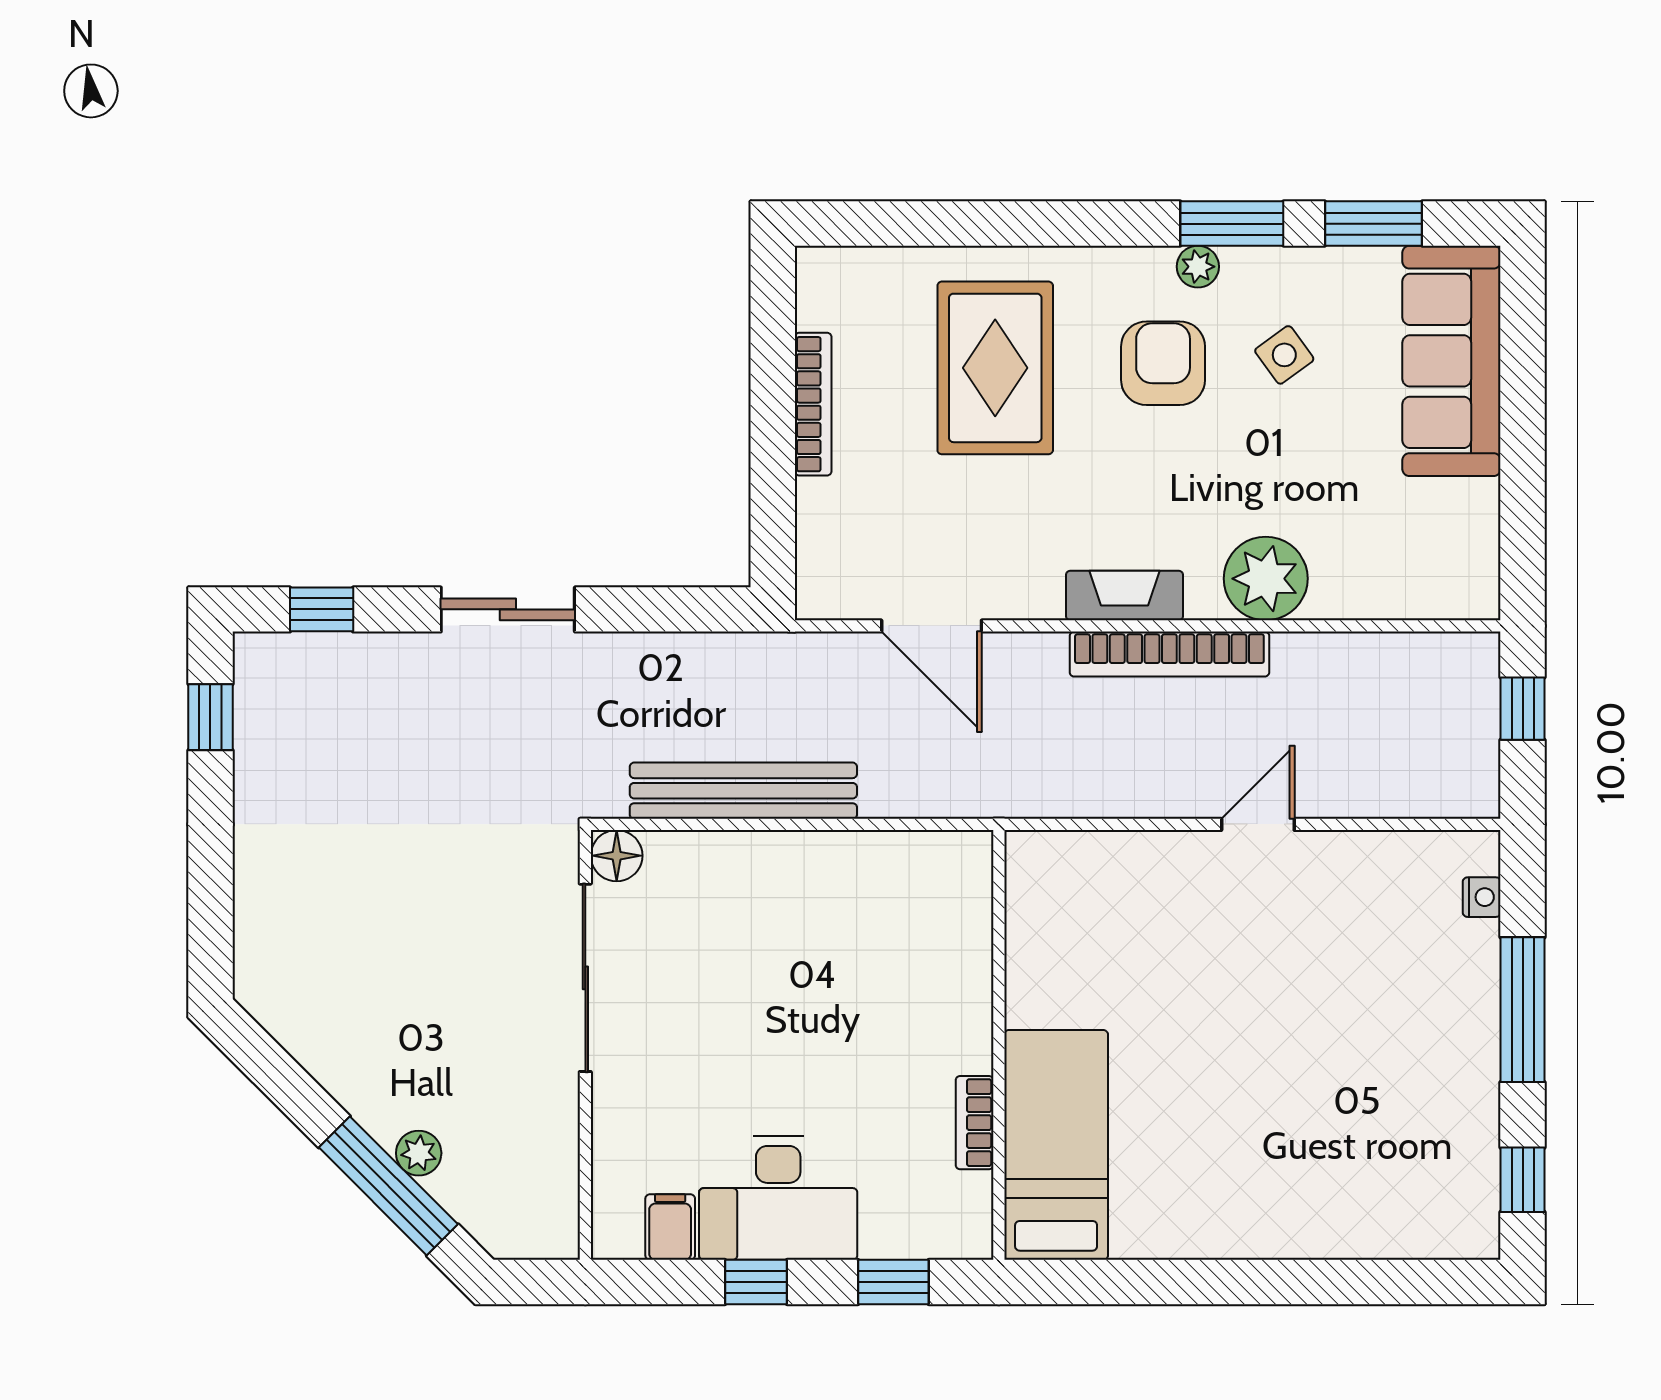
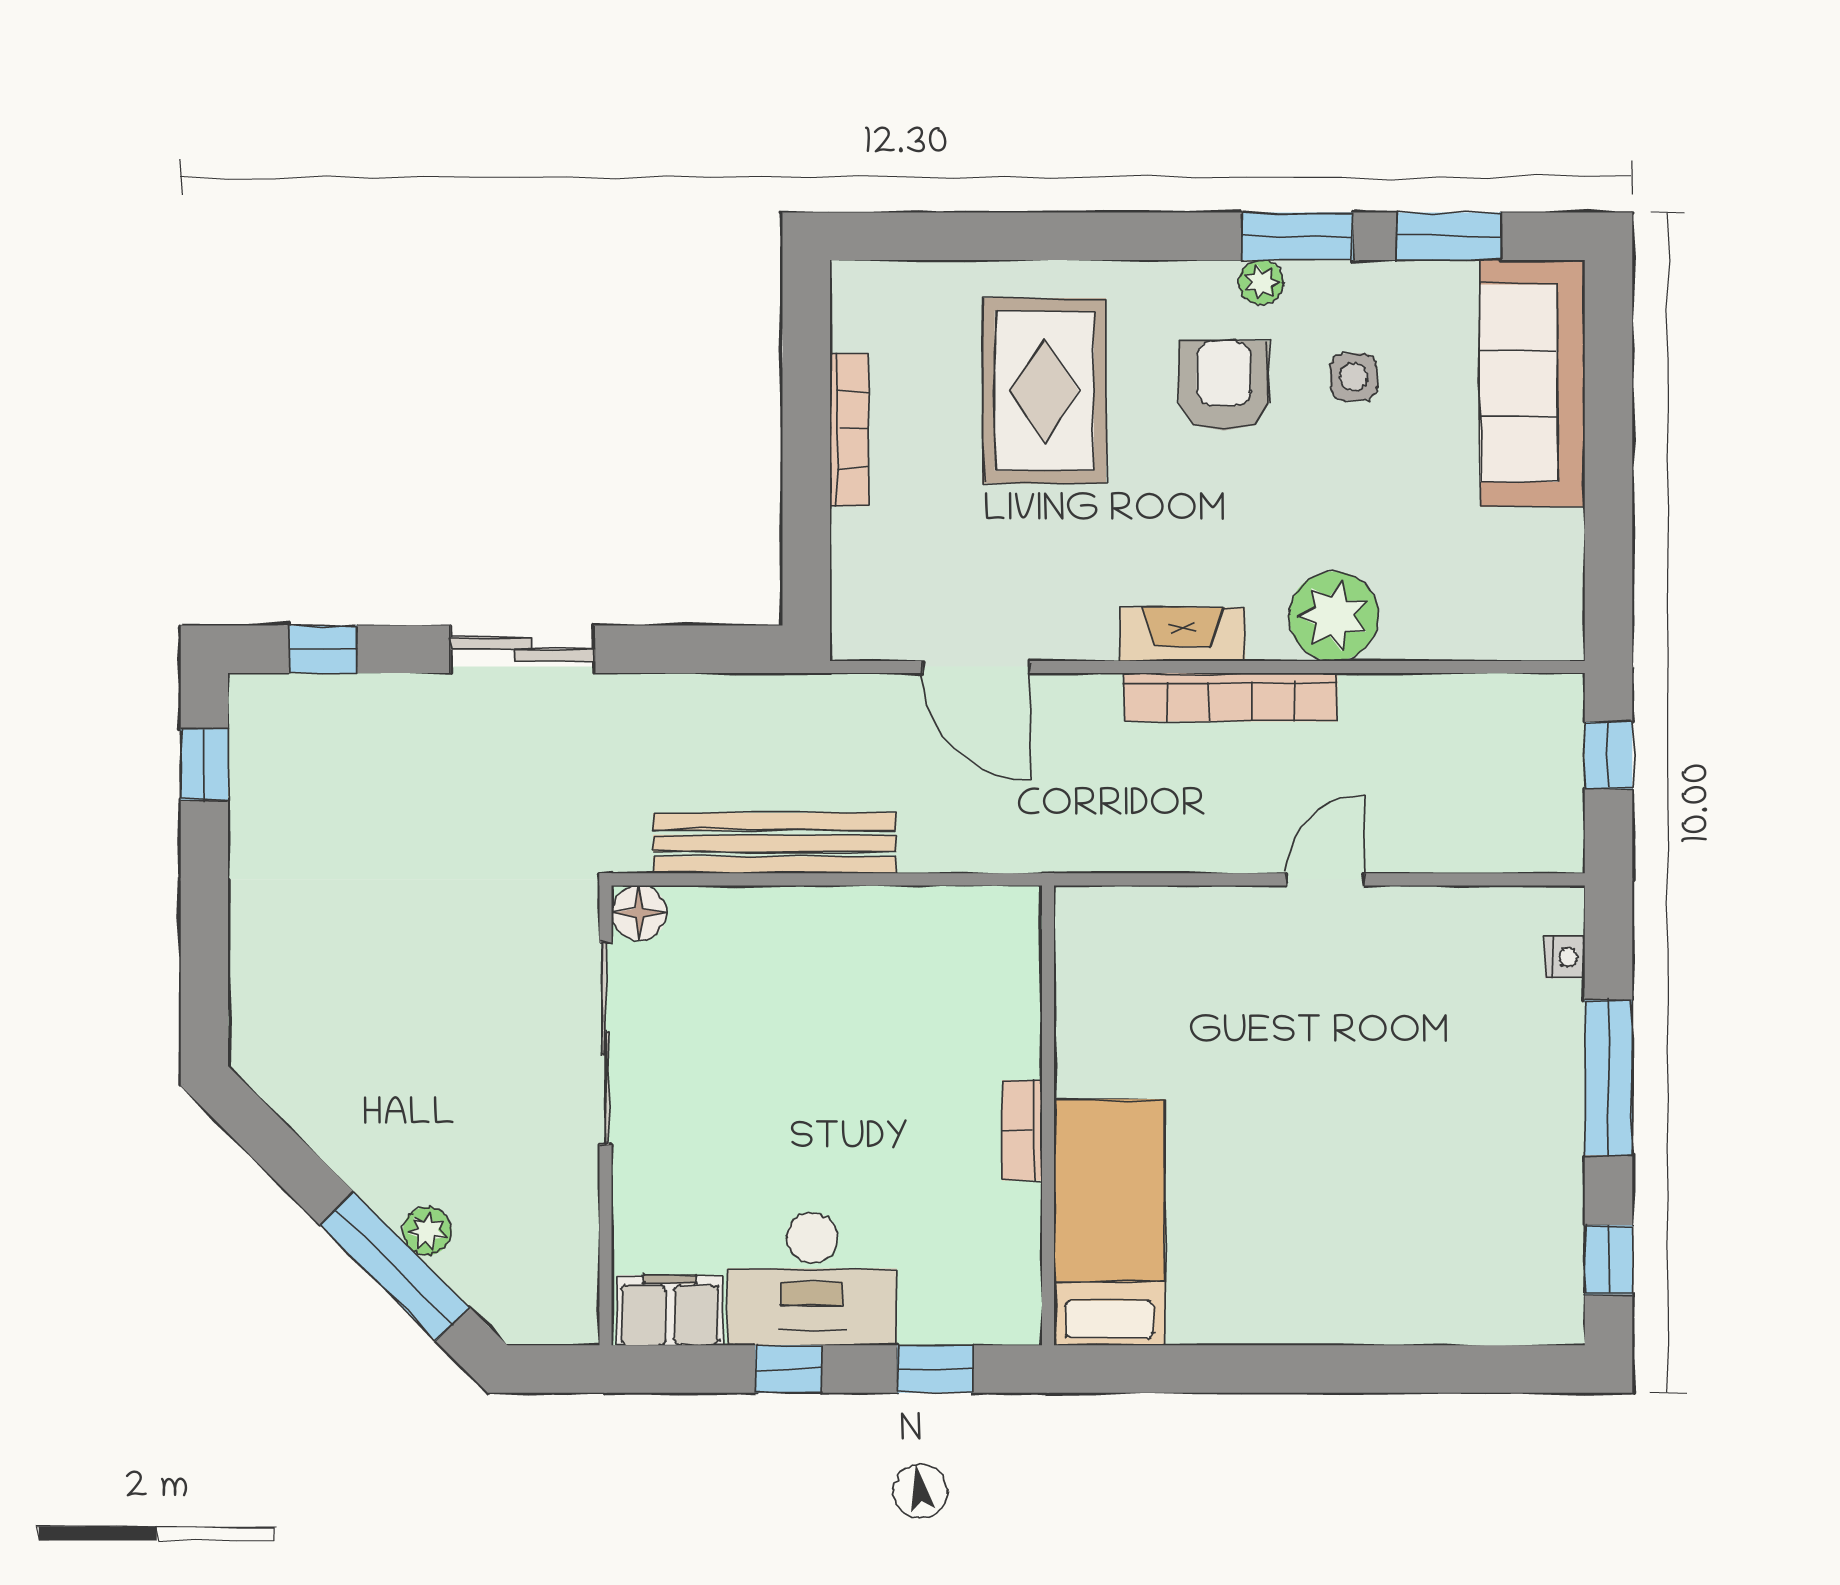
side table: (1284, 355) -> (1354, 377), turned 34
bookcase: (975, 1123) -> (1022, 1130), moved
filing cabinet: (670, 1227) -> (670, 1310), width x2.00

